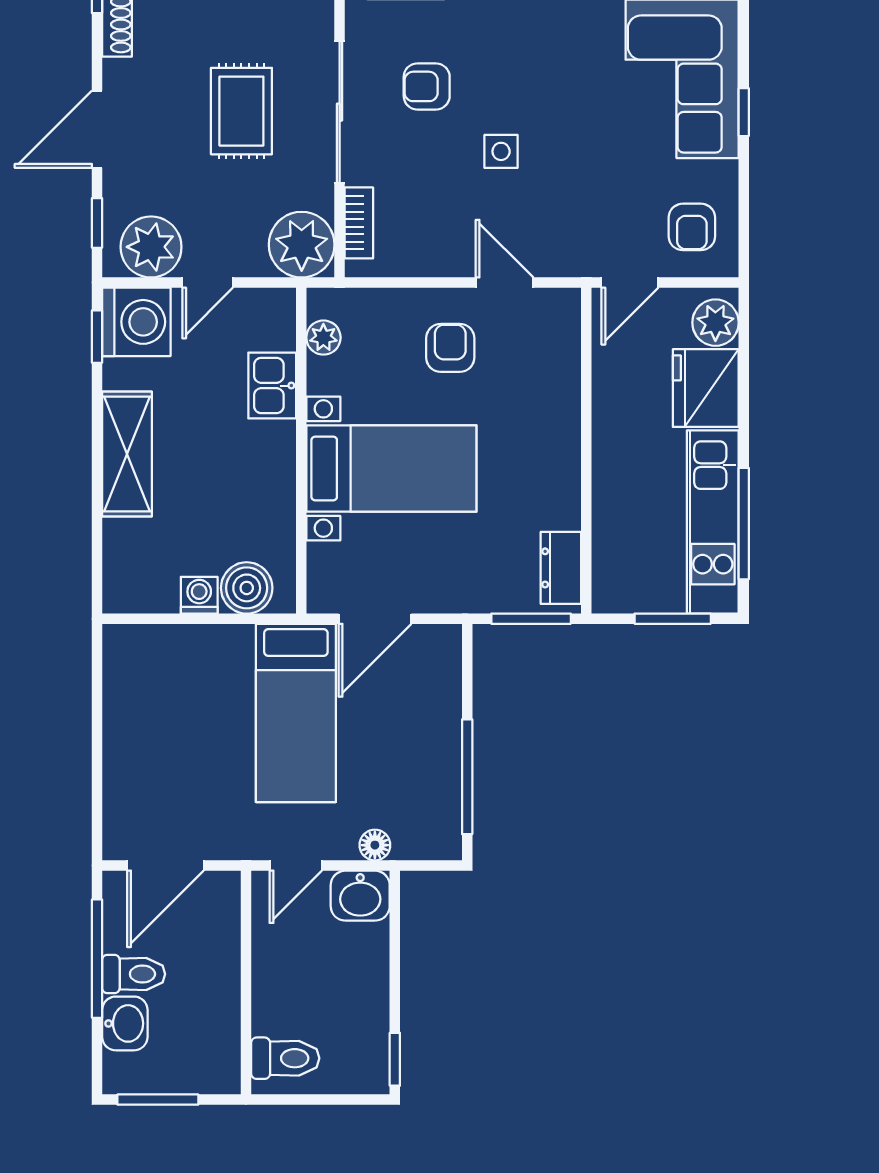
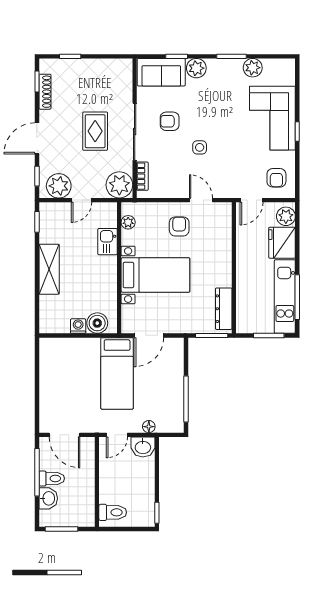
washing machine: (136, 322) -> (53, 216), removed
dresser: (561, 568) -> (224, 309), width x1.44
door: (165, 866) -> (64, 435), hinge flipped

